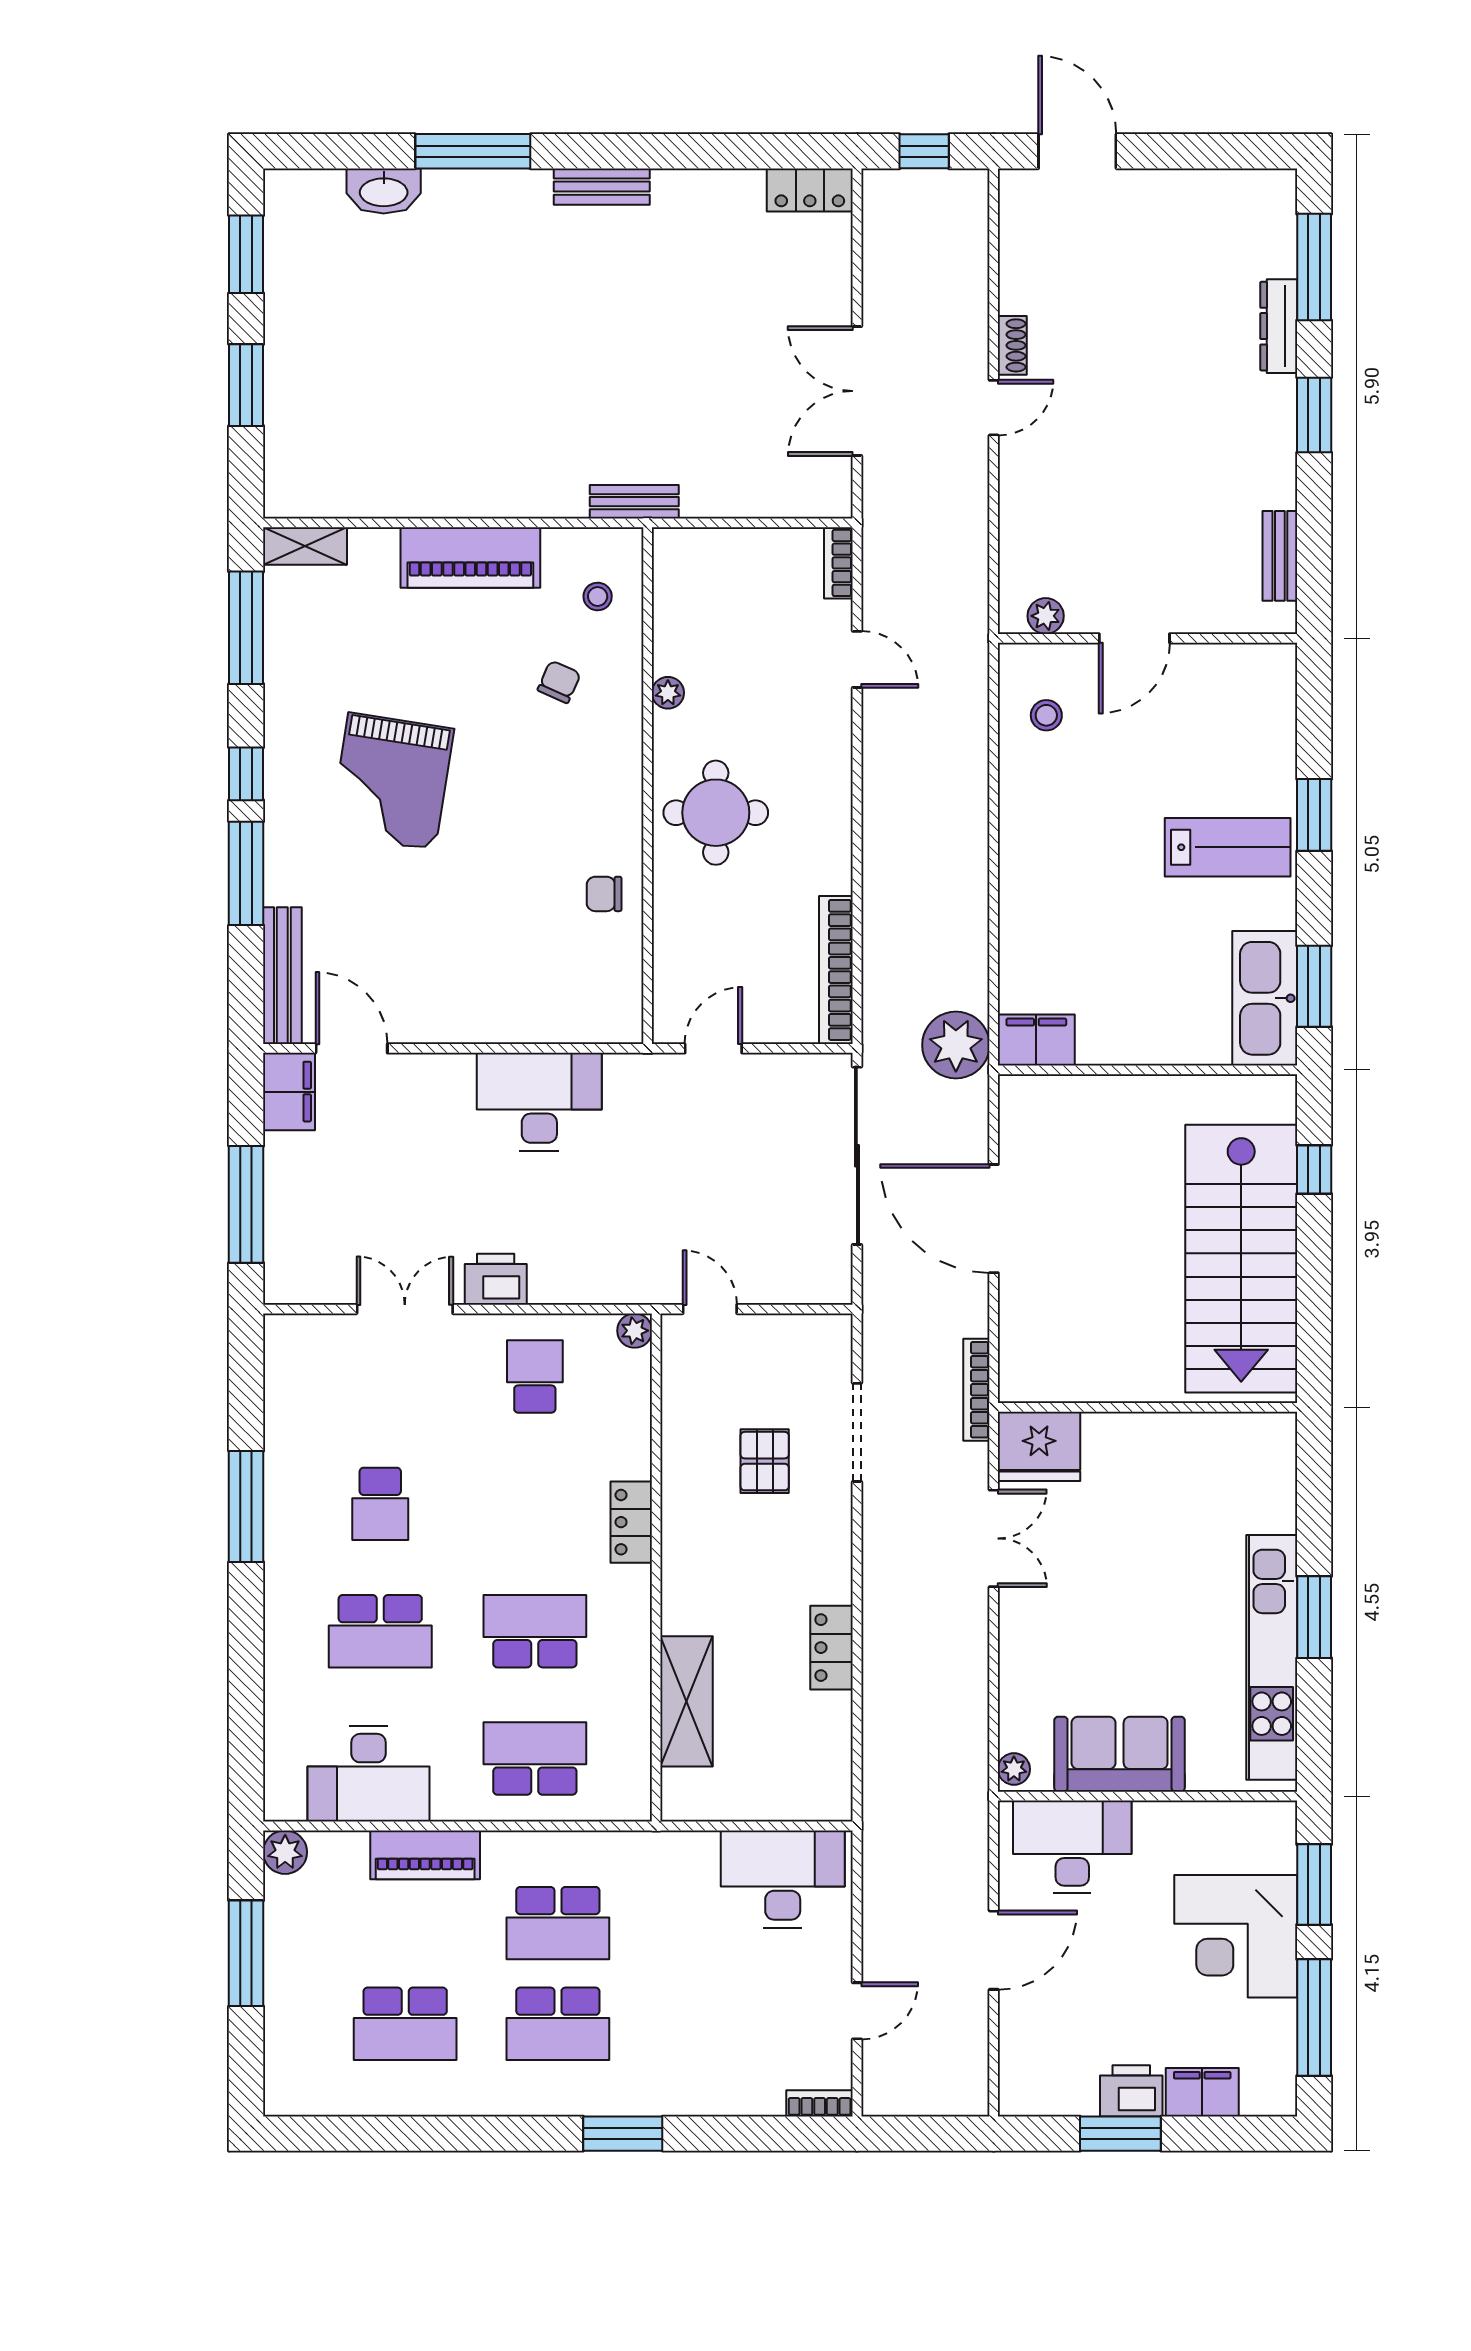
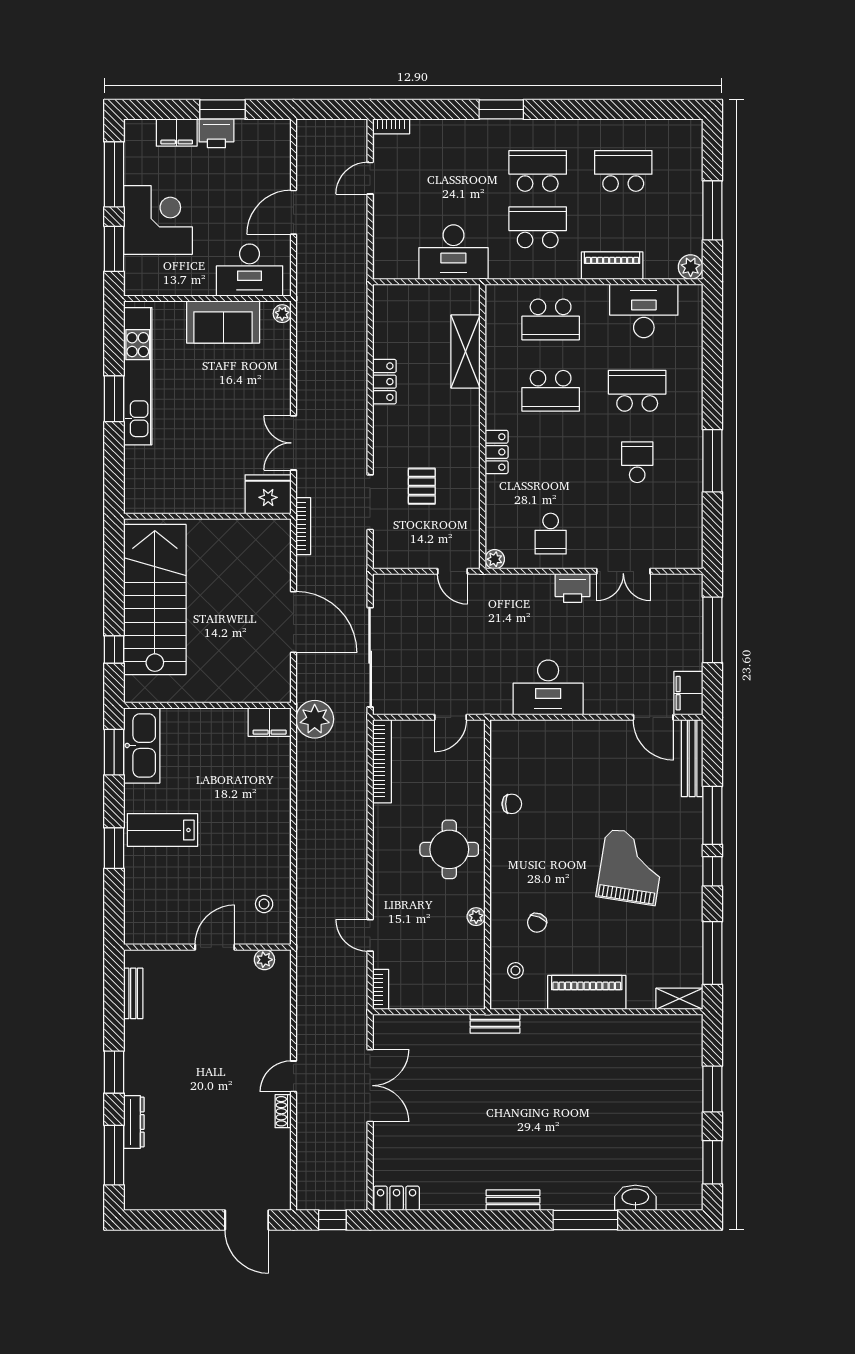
desk: (783, 1879) -> (453, 252), moved

